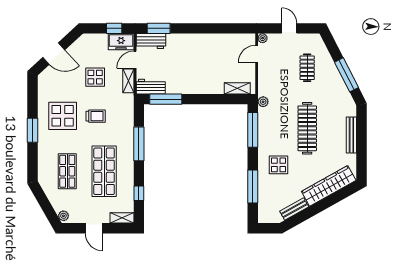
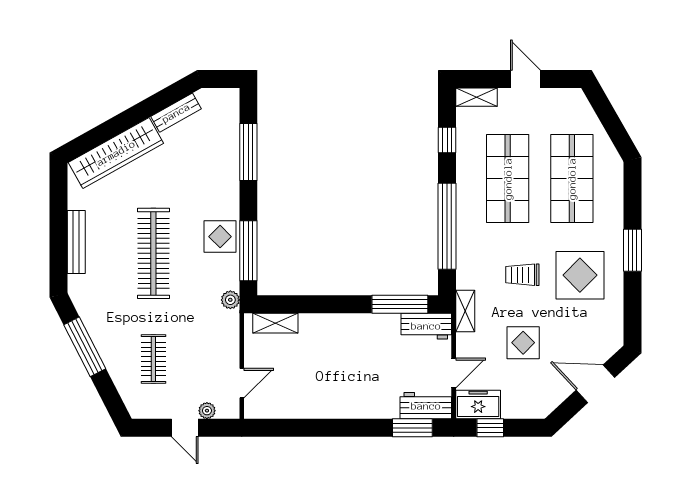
plant: (263, 38) -> (207, 411), moved
shelving: (128, 81) -> (465, 311), moved
window: (139, 144) -> (447, 226), width x1.46
display table: (279, 165) -> (220, 237), moved
shop shelf: (67, 171) -> (572, 179), width x1.43, depth x1.36
plant: (63, 216) -> (578, 101), removed

